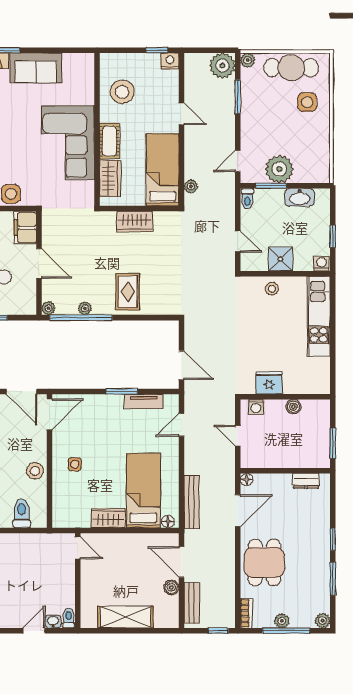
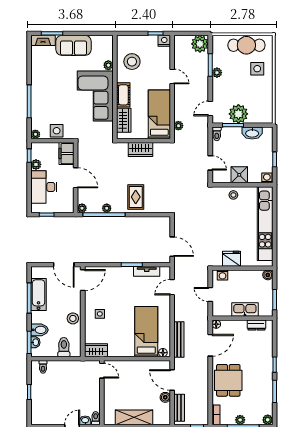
plant: (248, 60) -> (217, 73), moved
plant: (87, 97) -> (108, 65), added
kitchen unit: (319, 316) -> (265, 224), width x1.36
boiler: (293, 407) -> (268, 275), moved
kitchen sink: (289, 458) -> (245, 310), added
wardrobe: (108, 518) -> (96, 350), moved

